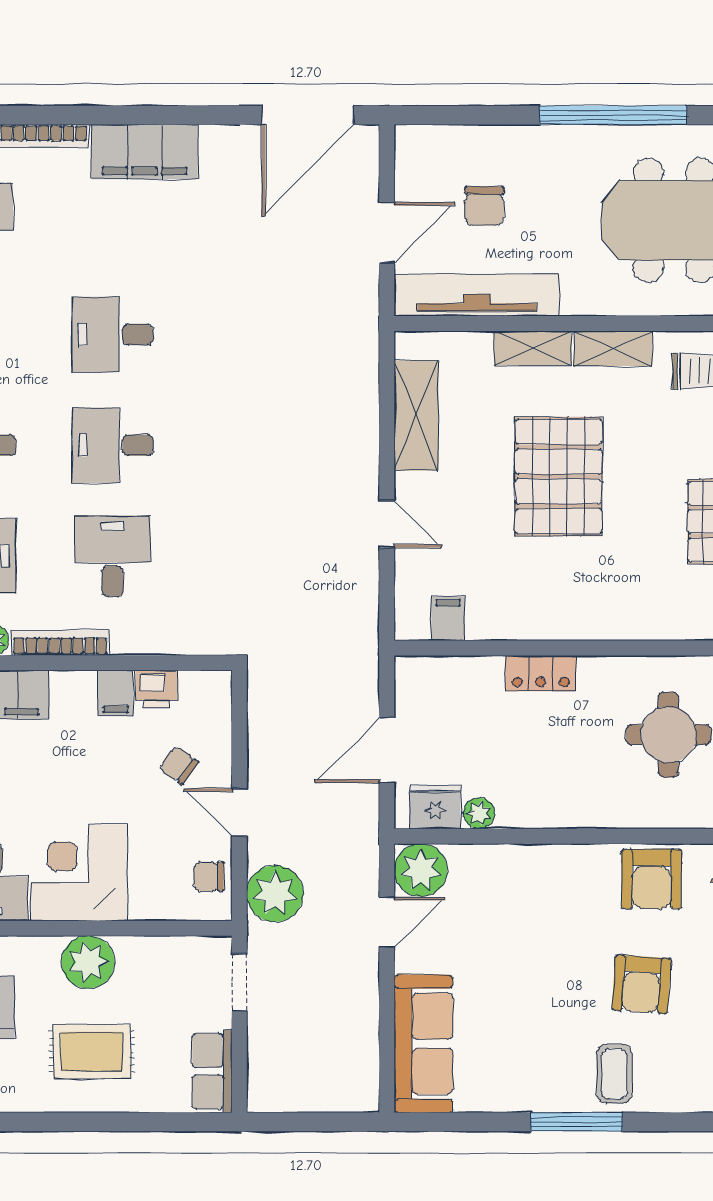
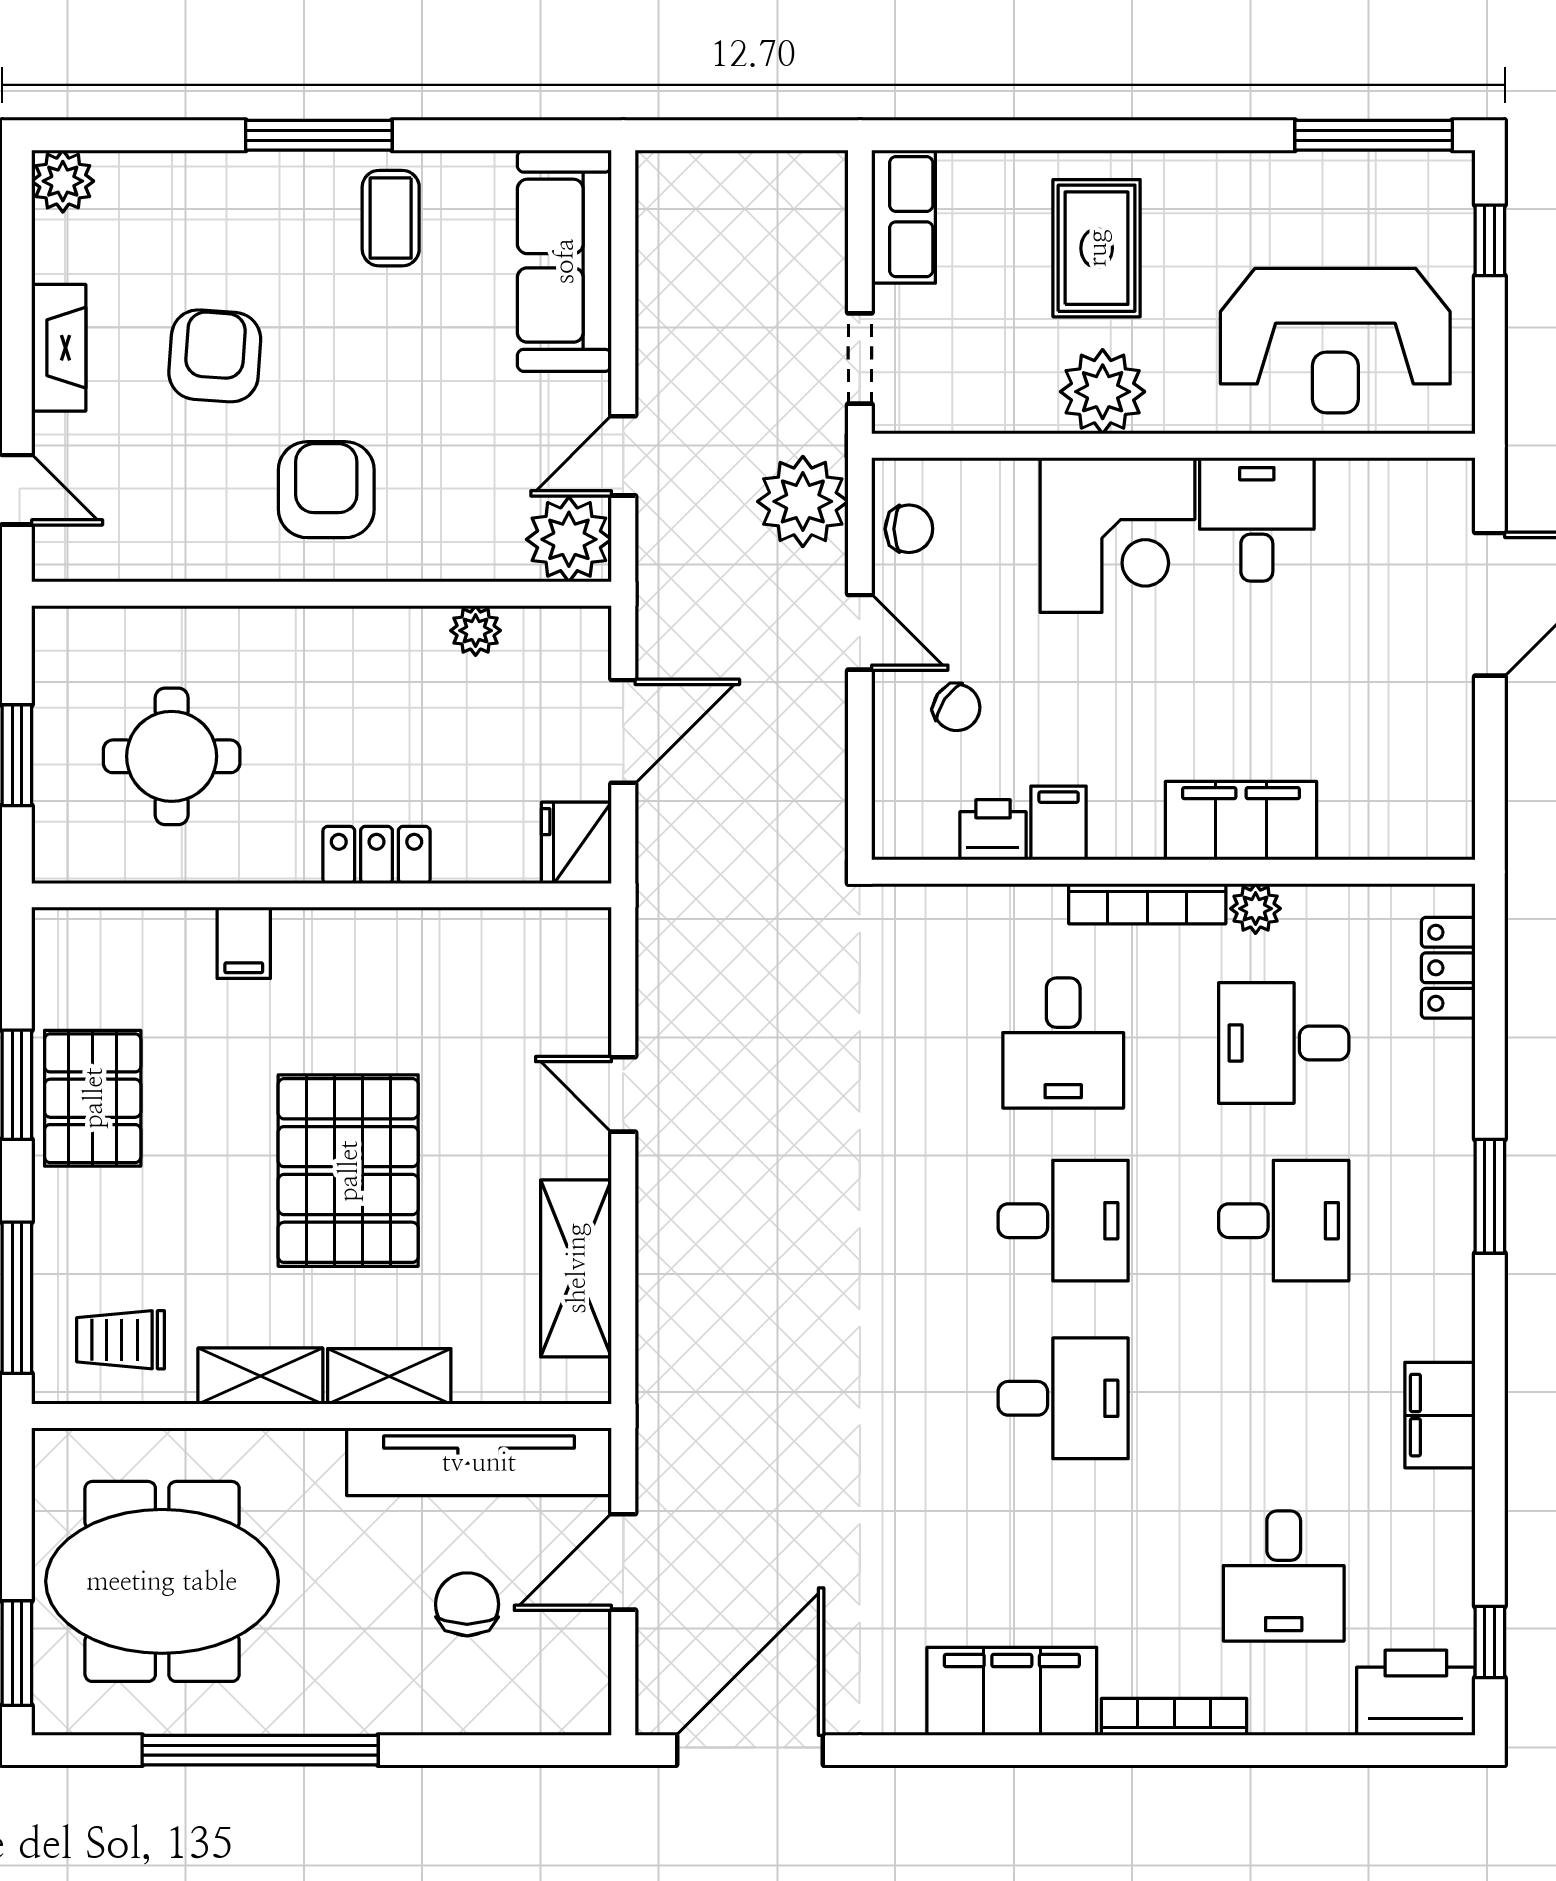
filing cabinet: (448, 618) -> (244, 943), moved
fridge: (435, 807) -> (576, 843), moved, turned 90
armchair: (652, 879) -> (326, 490), moved
rug: (92, 1052) -> (1097, 248), turned 90
coffee table: (614, 1074) -> (391, 218), moved

